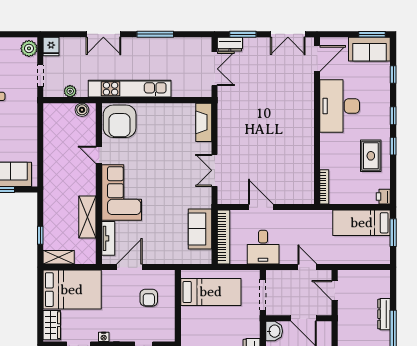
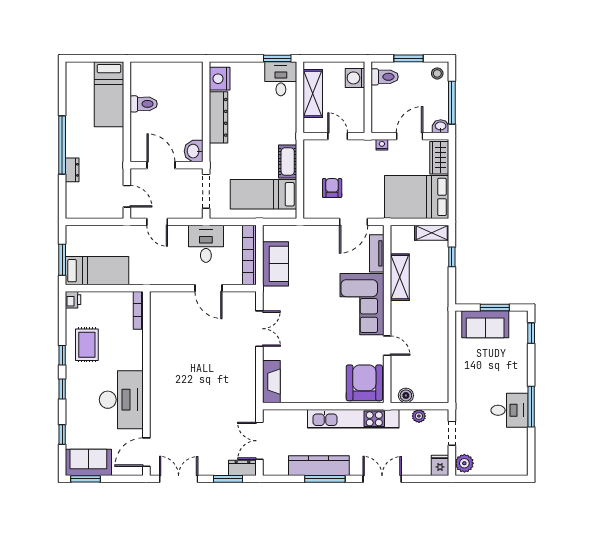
kitchen counter: (161, 46) -> (319, 466), added
dresser: (384, 314) -> (72, 170), width x0.70
cot: (189, 322) -> (288, 161), added

